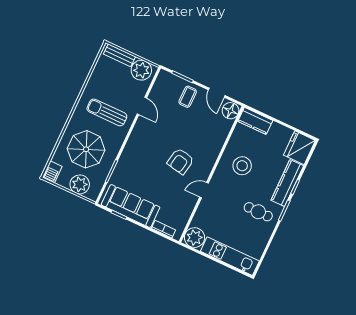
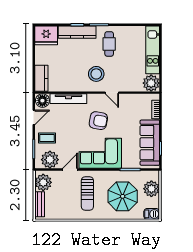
plant: (163, 89) -> (50, 160), added
tv unit: (219, 140) -> (68, 99), added
corner sofa: (144, 147) -> (100, 153), added
stool: (242, 166) -> (96, 74), moved

